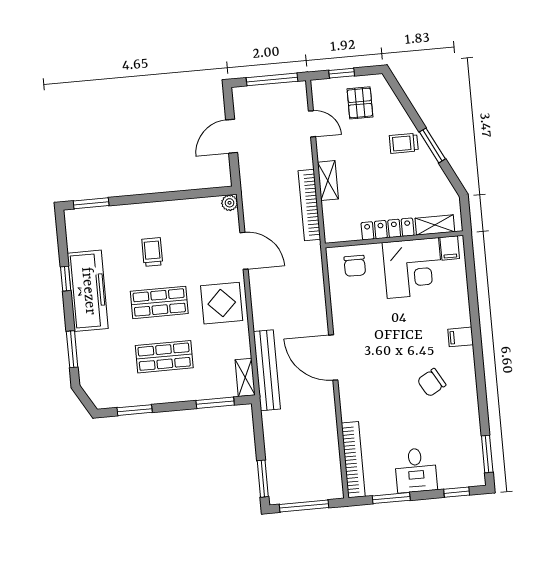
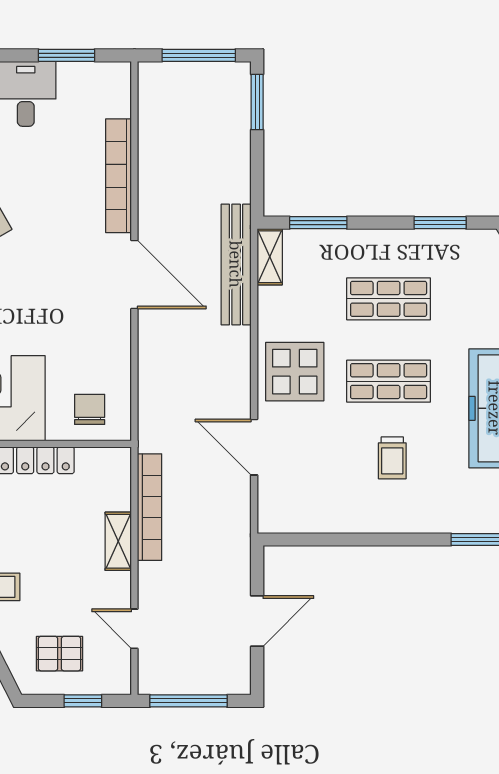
pallet: (360, 103) -> (60, 654), turned 90
plant: (230, 203) -> (269, 521), removed
bookcase: (353, 460) -> (119, 176), moved

